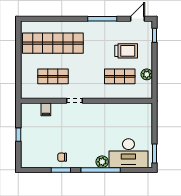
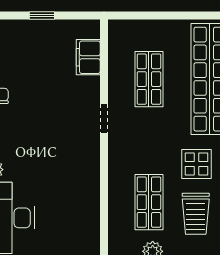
display table: (99, 50) -> (197, 164), added
filing cabinet: (46, 109) -> (88, 57), width x2.00

